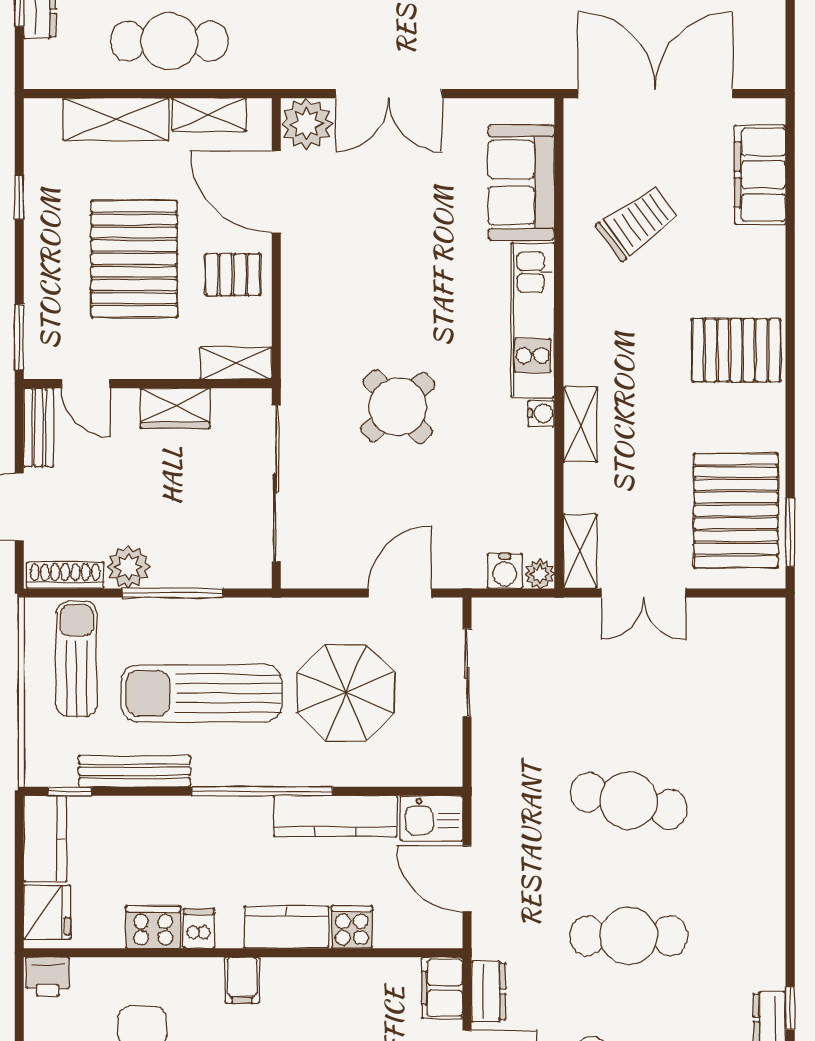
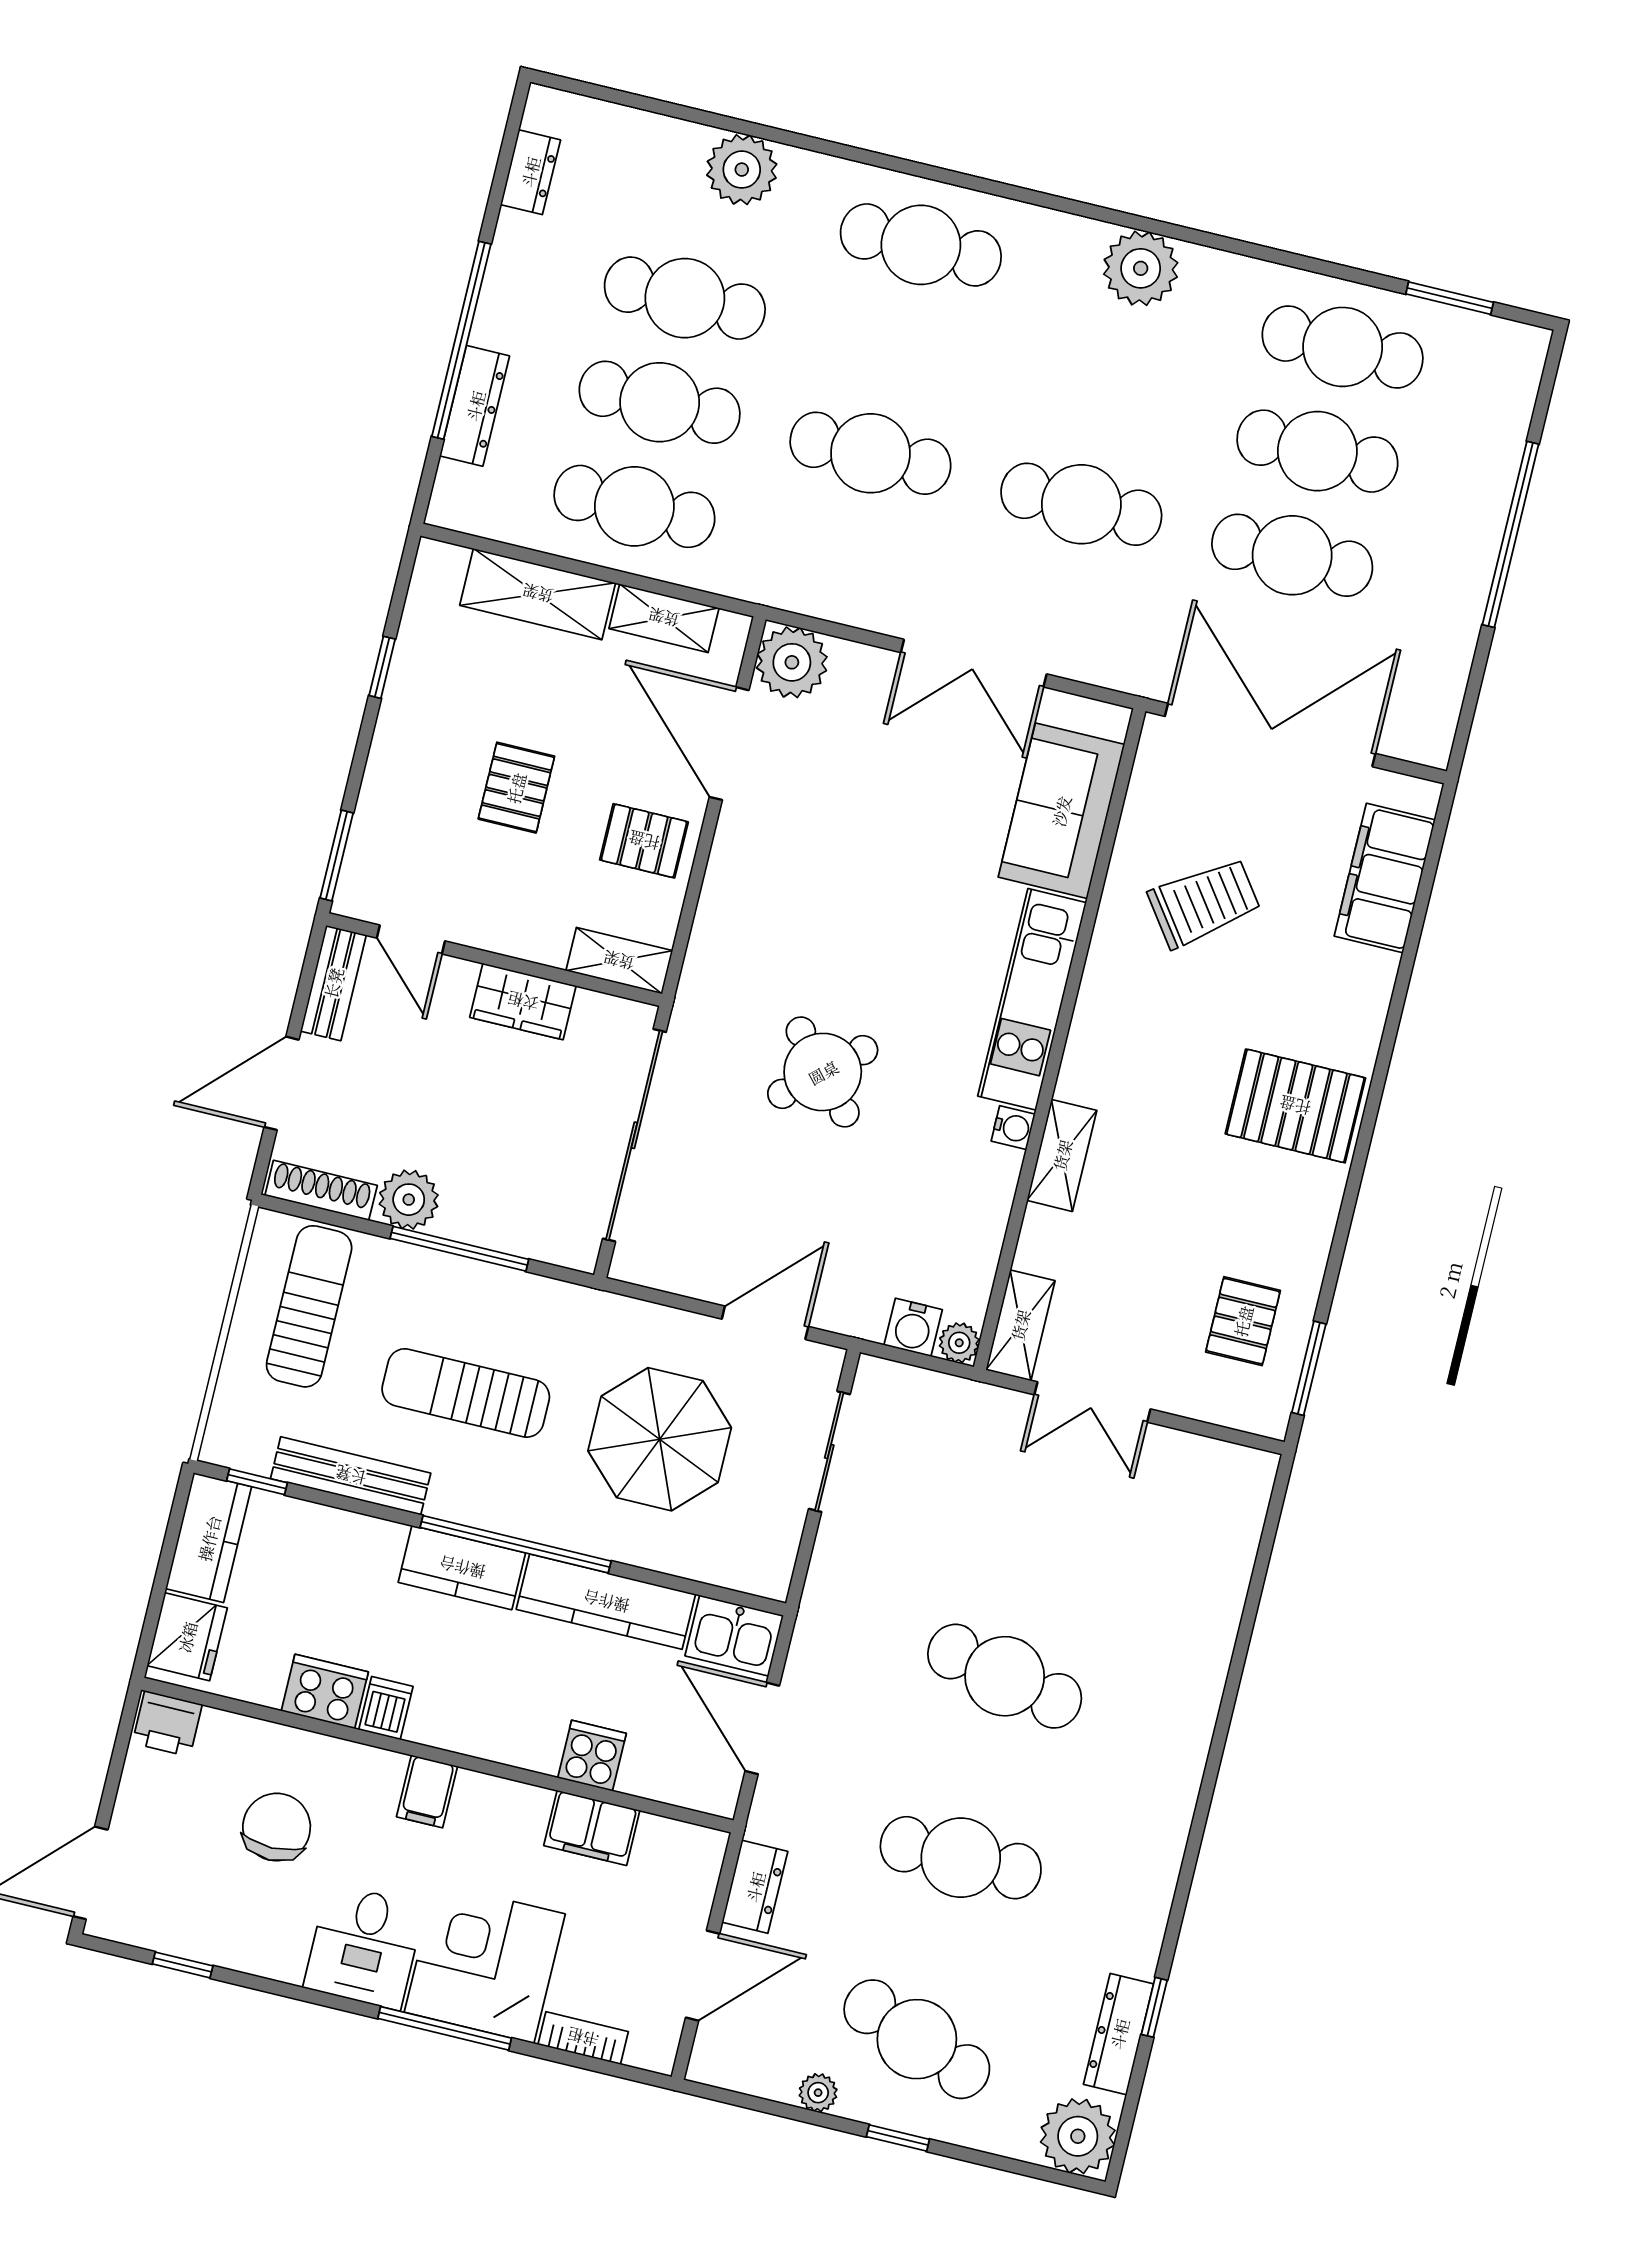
double door: (389, 94) -> (974, 663), moved
pallet: (134, 259) -> (516, 788), width x0.49, depth x0.50
pallet: (736, 510) -> (1243, 1321), width x0.49, depth x0.50
sun lounger: (201, 693) -> (466, 1393), width x0.73, depth x0.75
kitchen counter: (286, 927) -> (462, 1568), moved, turned 180
filing cabinet: (442, 988) -> (592, 1828), moved, turned -90

